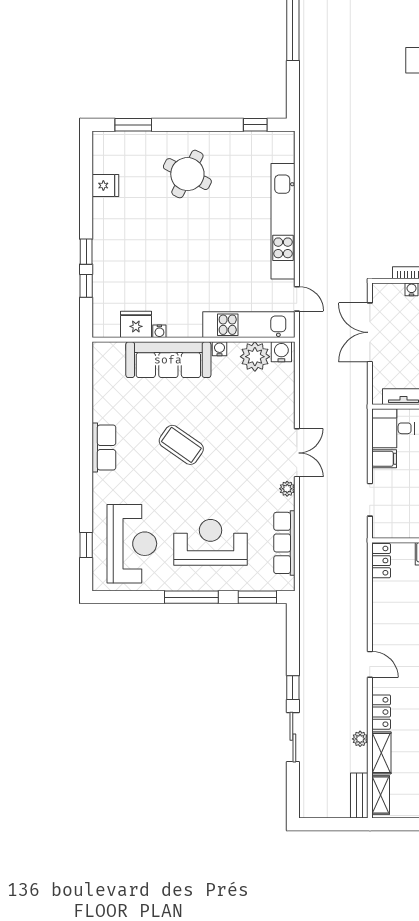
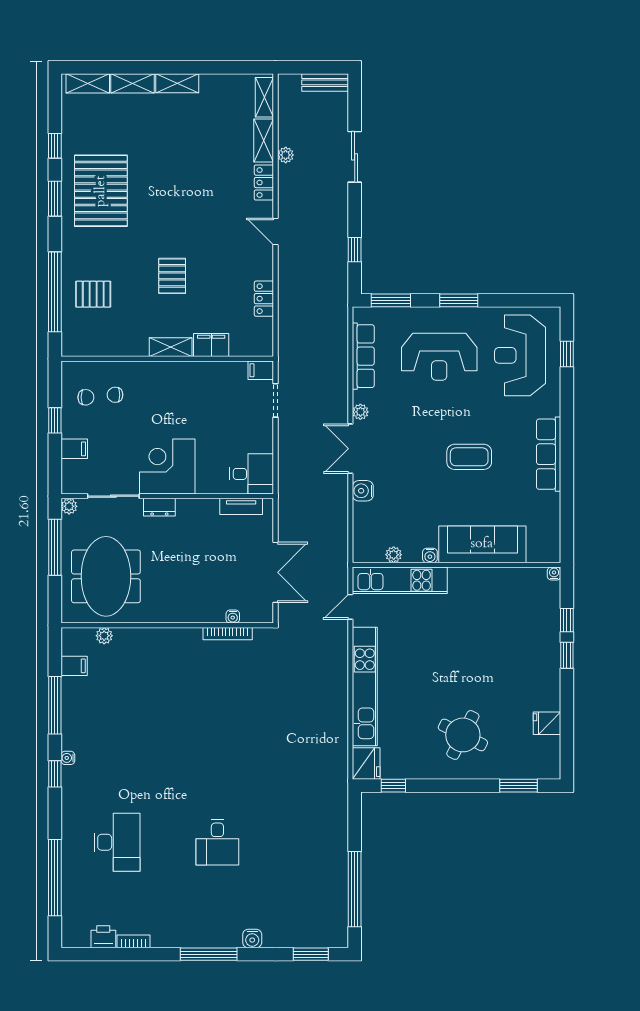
door: (297, 299) -> (350, 607), hinge flipped
fridge: (136, 324) -> (366, 763), moved, turned -90
water cooler: (159, 331) -> (554, 574), moved
water cooler: (281, 352) -> (363, 491), moved, turned 90
plant: (255, 357) -> (394, 555), width x0.53, depth x0.53
coffee table: (181, 445) -> (469, 457), turned -35
row of seats: (104, 447) -> (549, 454), width x1.48
filing cabinet: (384, 459) -> (261, 370), moved
locker: (381, 561) -> (264, 299), moved
window: (191, 597) -> (459, 300), width x0.69
window: (293, 688) -> (355, 250), moved
bench: (359, 796) -> (325, 82), moved, turned 90

